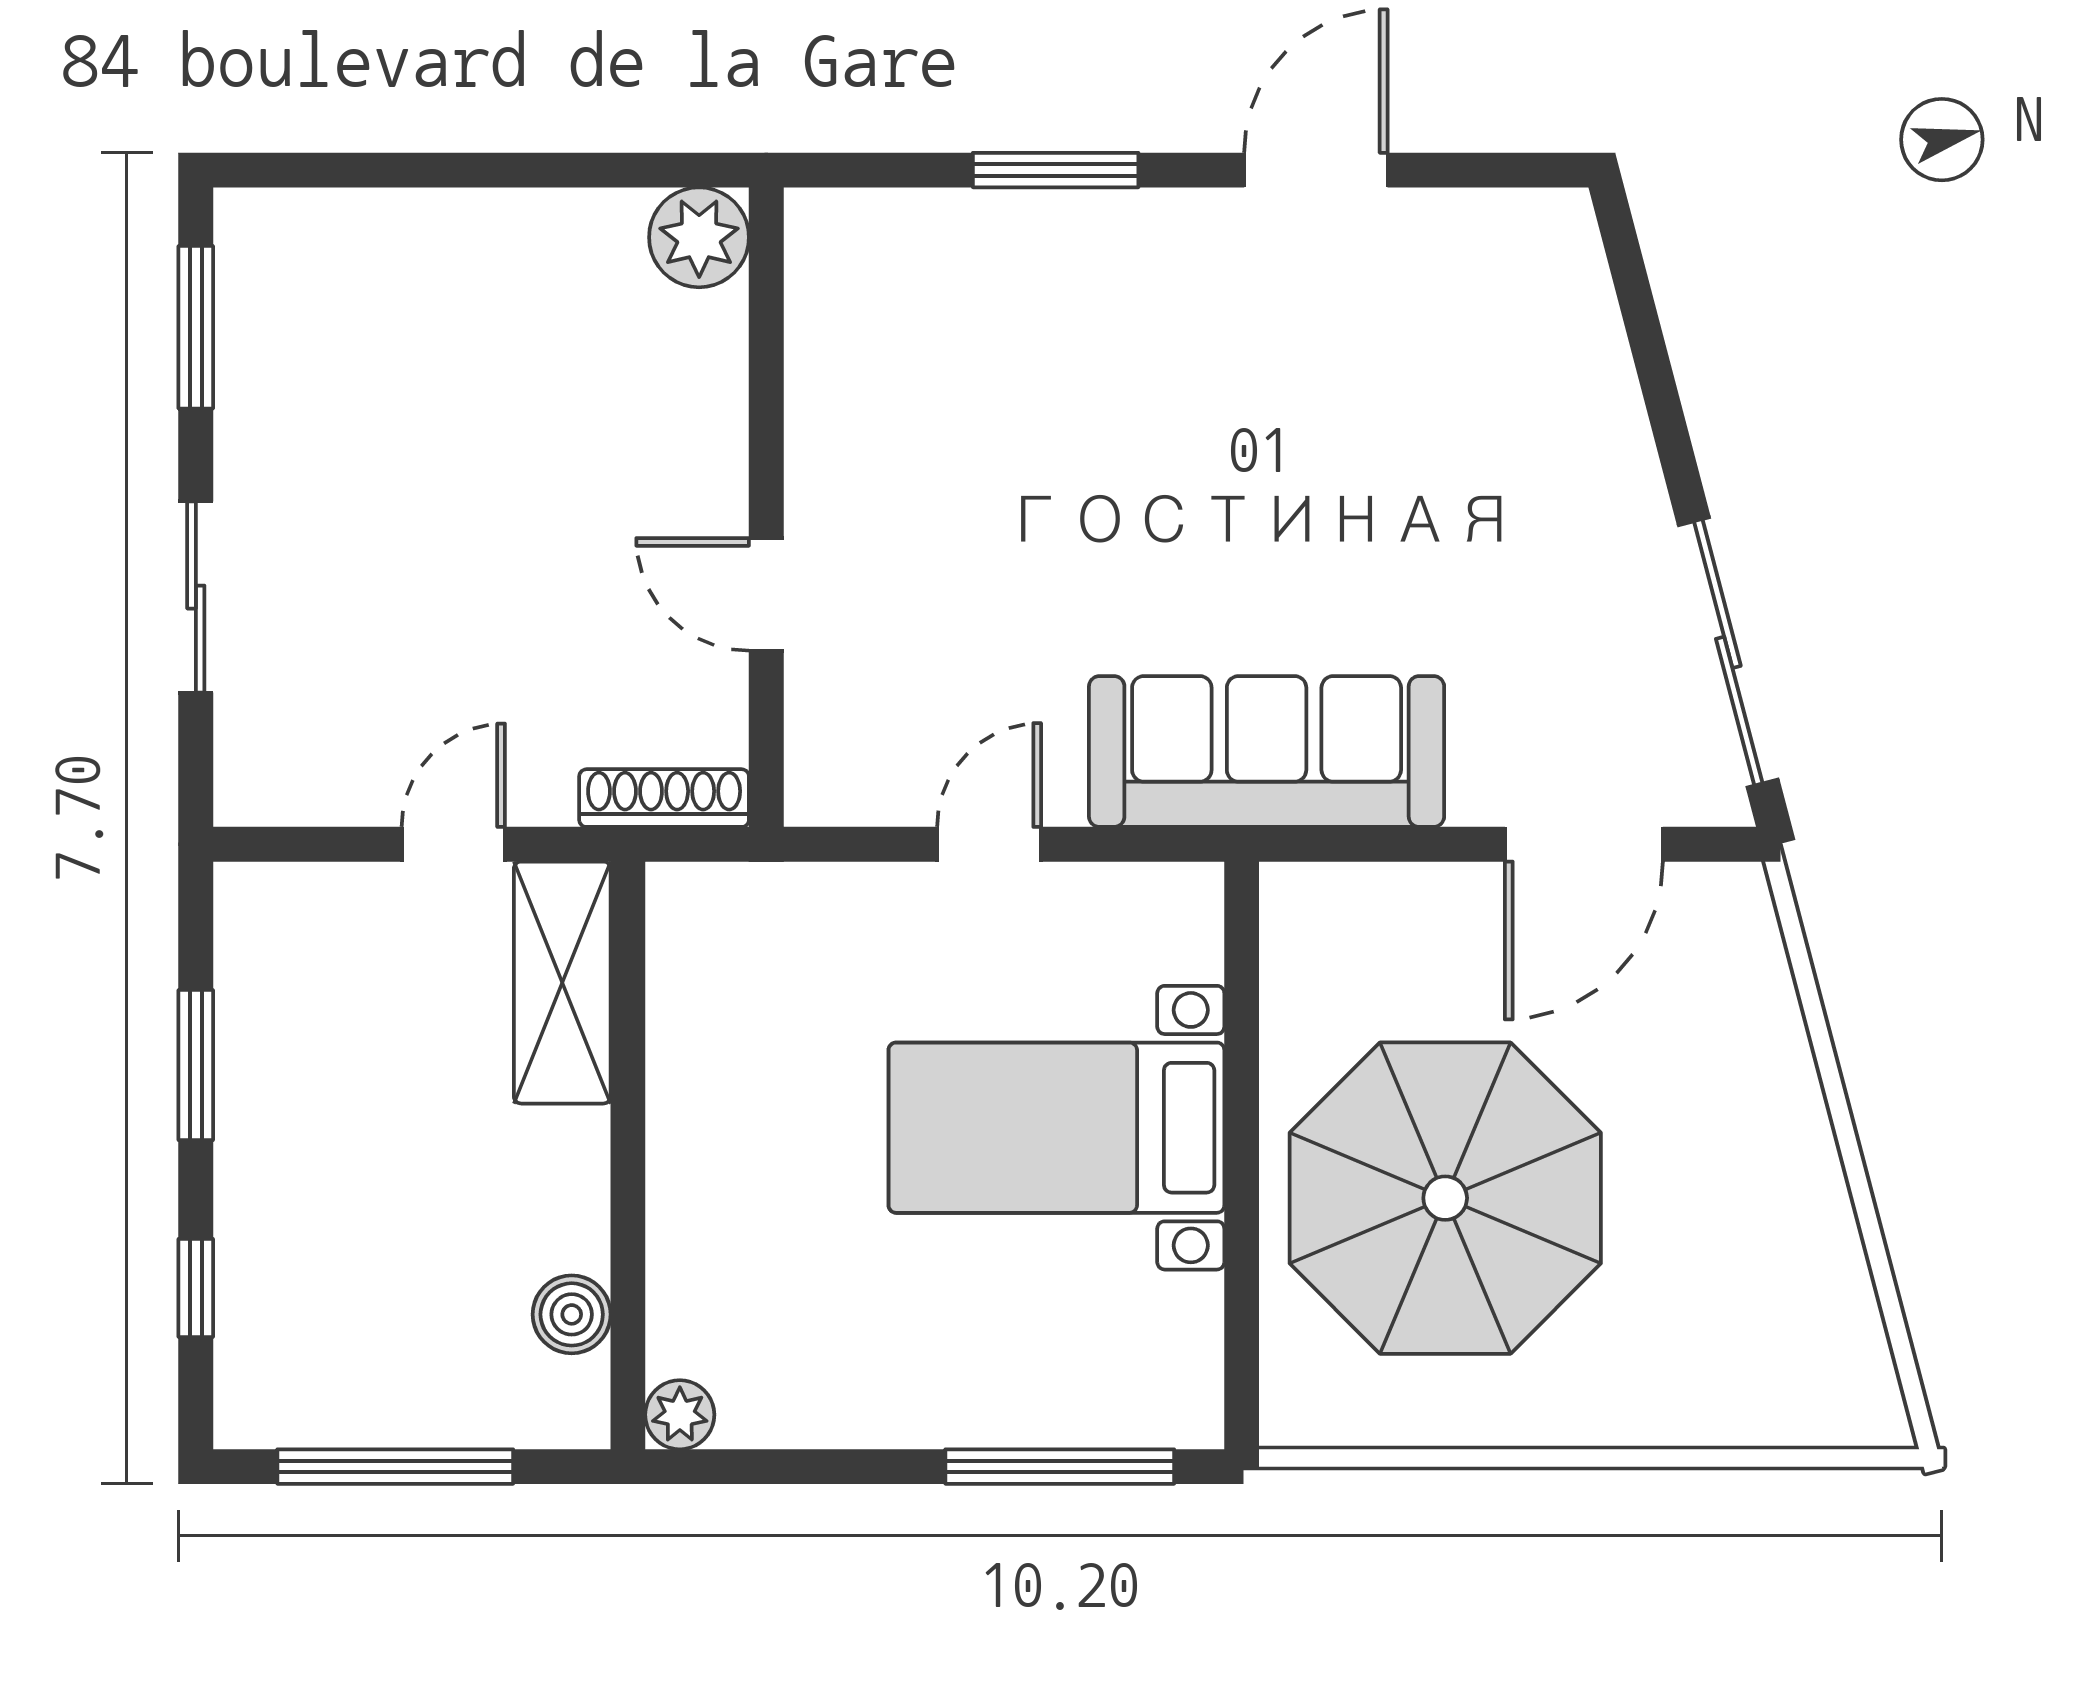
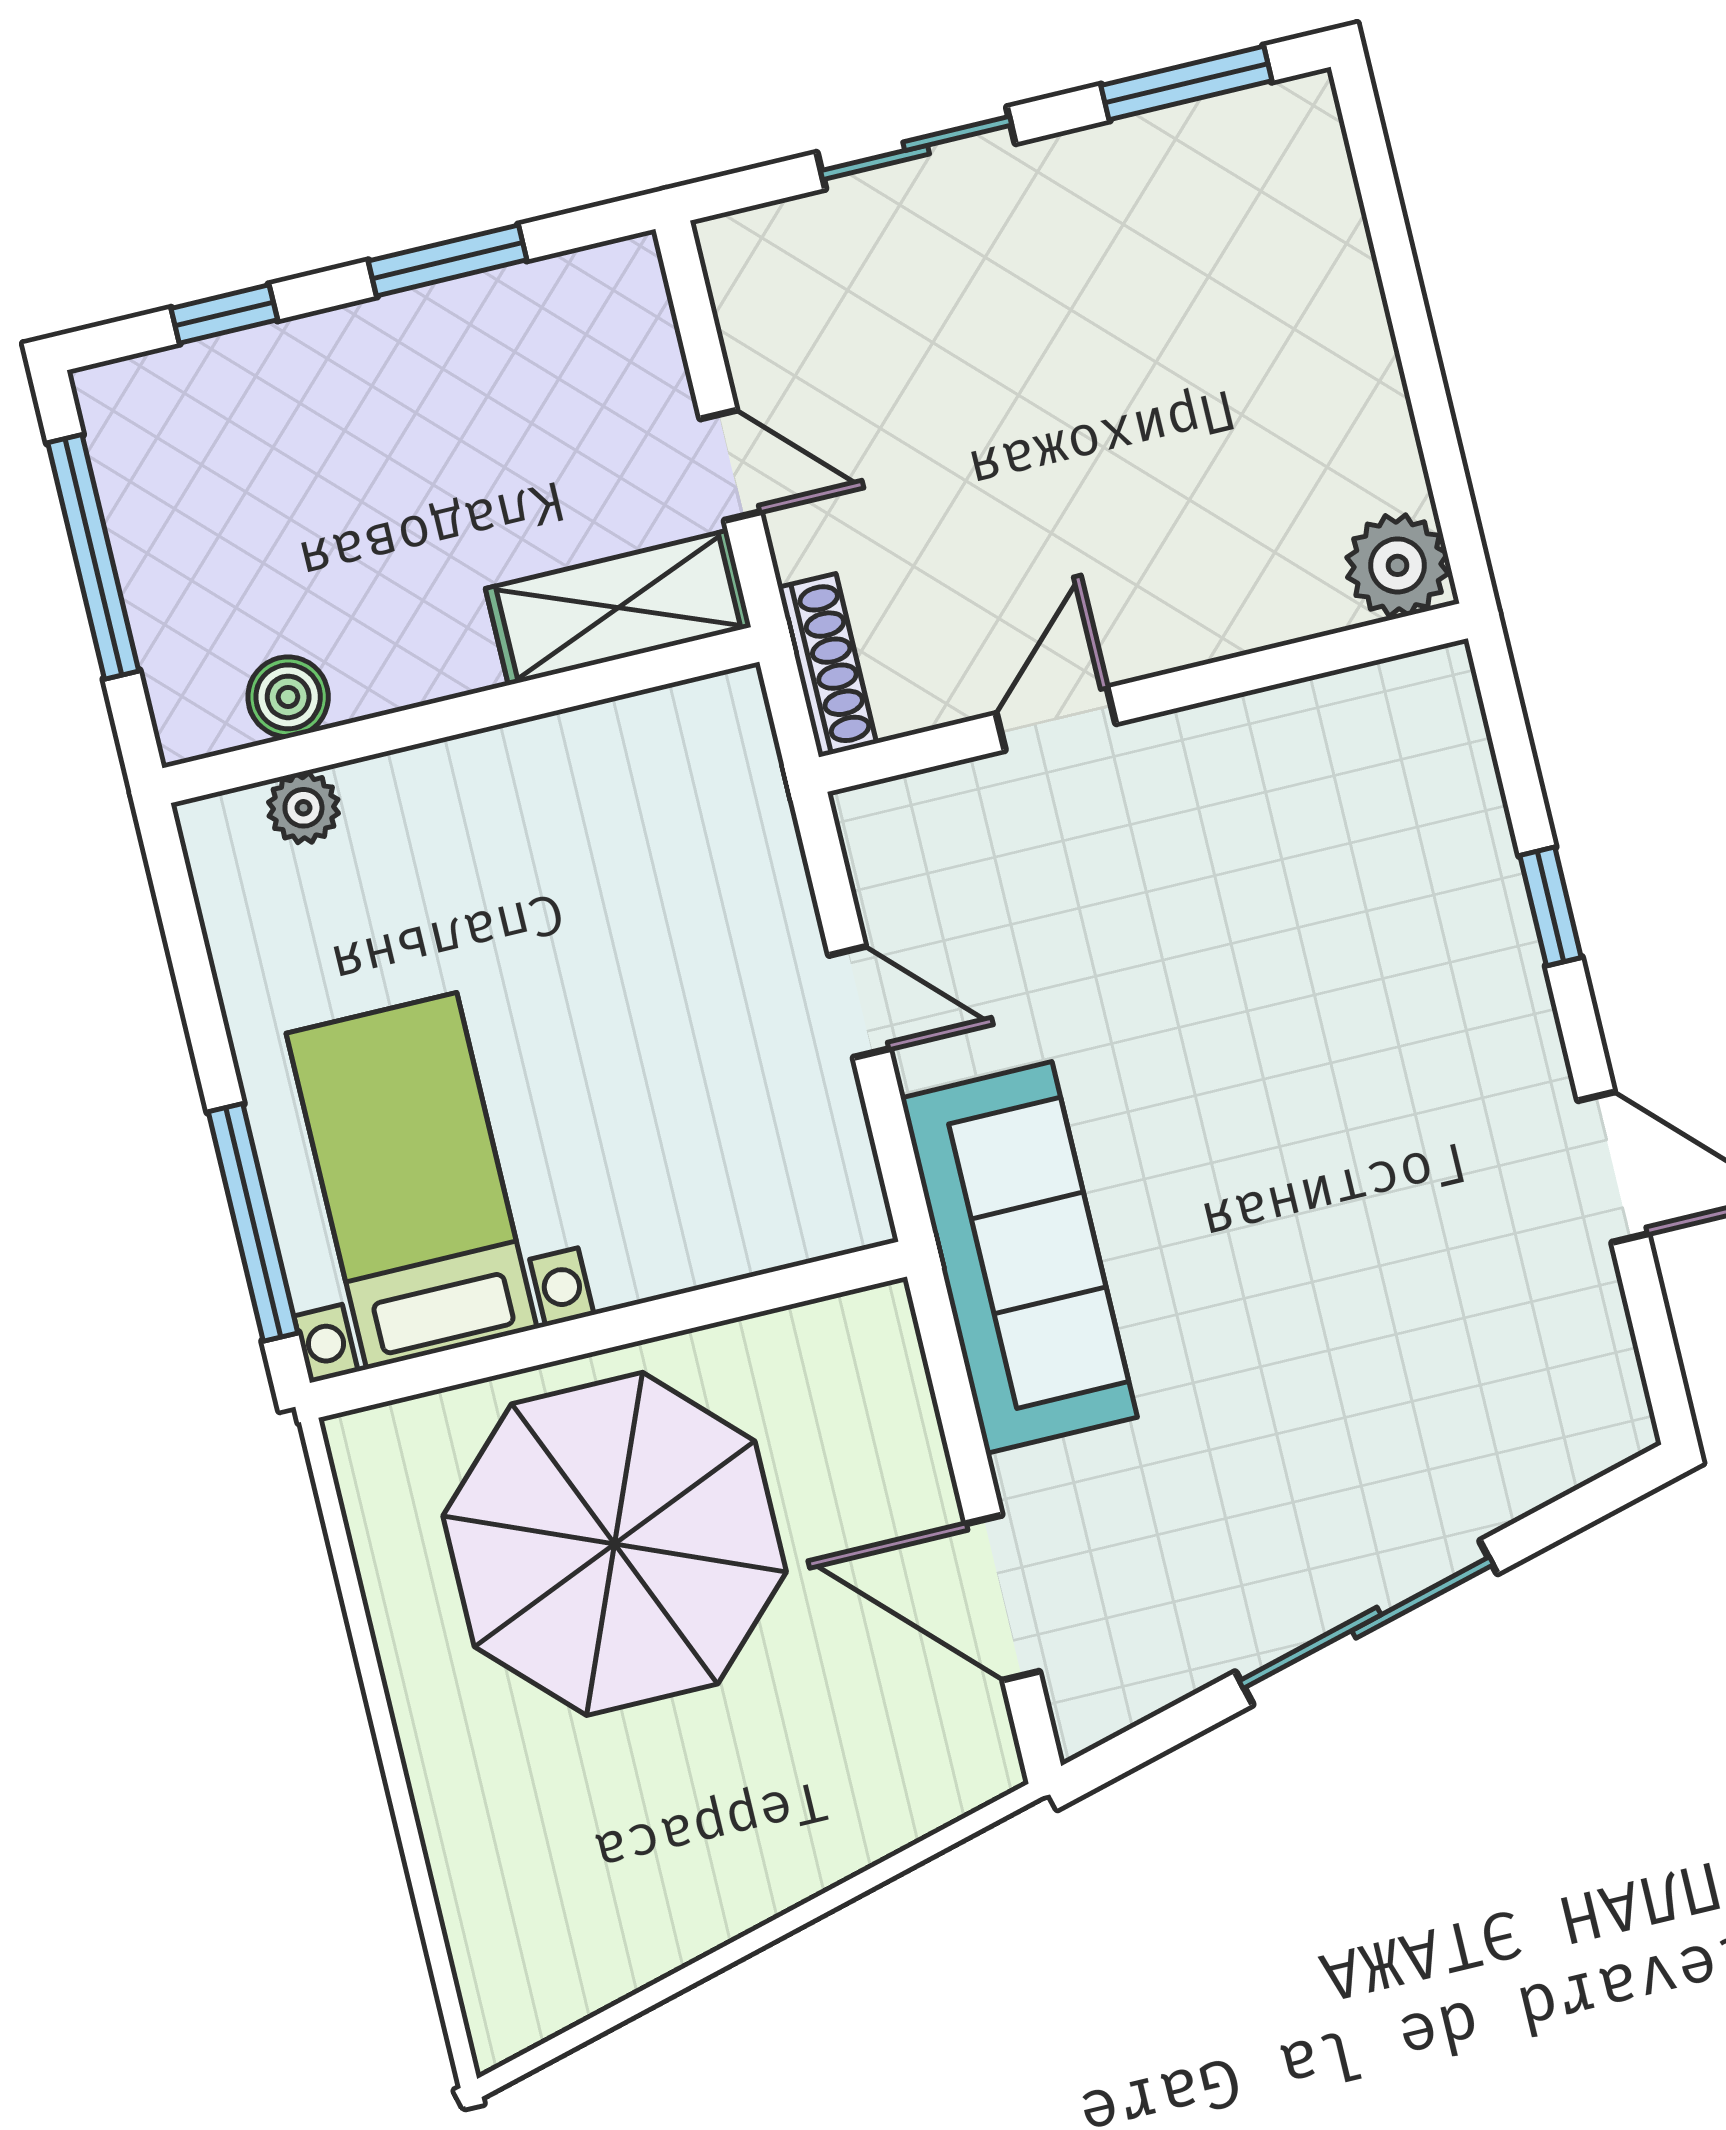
window: (1056, 170) -> (1551, 906), width x0.67
sliding door: (1728, 652) -> (1366, 1623), moved
bed with nightstands: (1056, 1128) -> (412, 1181), moved
plant: (680, 1415) -> (303, 808), moved

